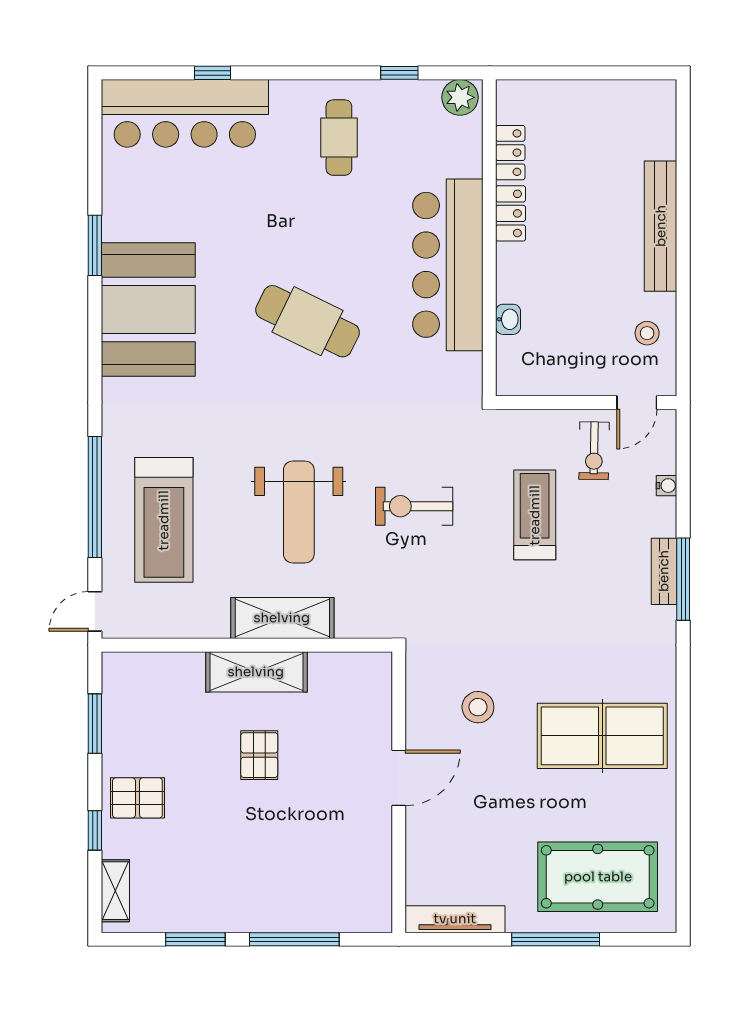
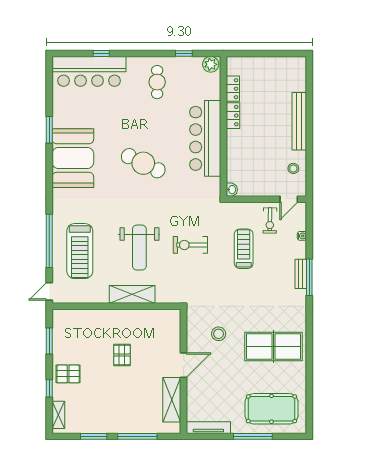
washbasin: (508, 319) -> (232, 190), moved
shelving: (256, 672) -> (172, 400), moved, turned 90

